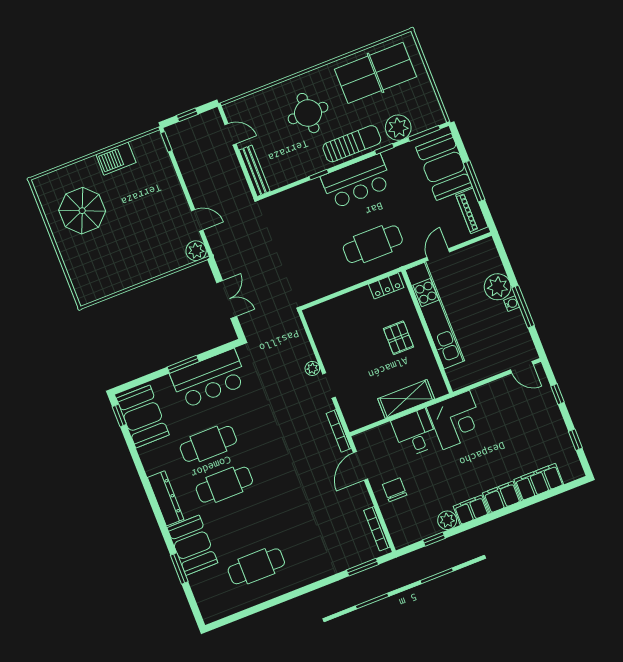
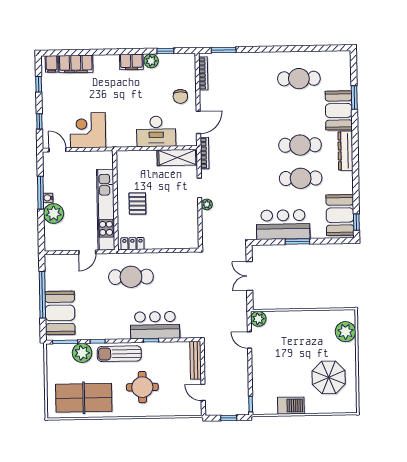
bar counter: (357, 181) -> (155, 325), moved
window: (474, 181) -> (42, 295), width x1.46
piano: (472, 211) -> (52, 274), removed
plant: (82, 275) -> (346, 332), added
shelving: (406, 399) -> (177, 157), moved
corner desk: (456, 420) -> (88, 130), moved
desk: (415, 433) -> (156, 131), width x1.37
filing cabinet: (502, 497) -> (52, 64), moved, width x0.50

